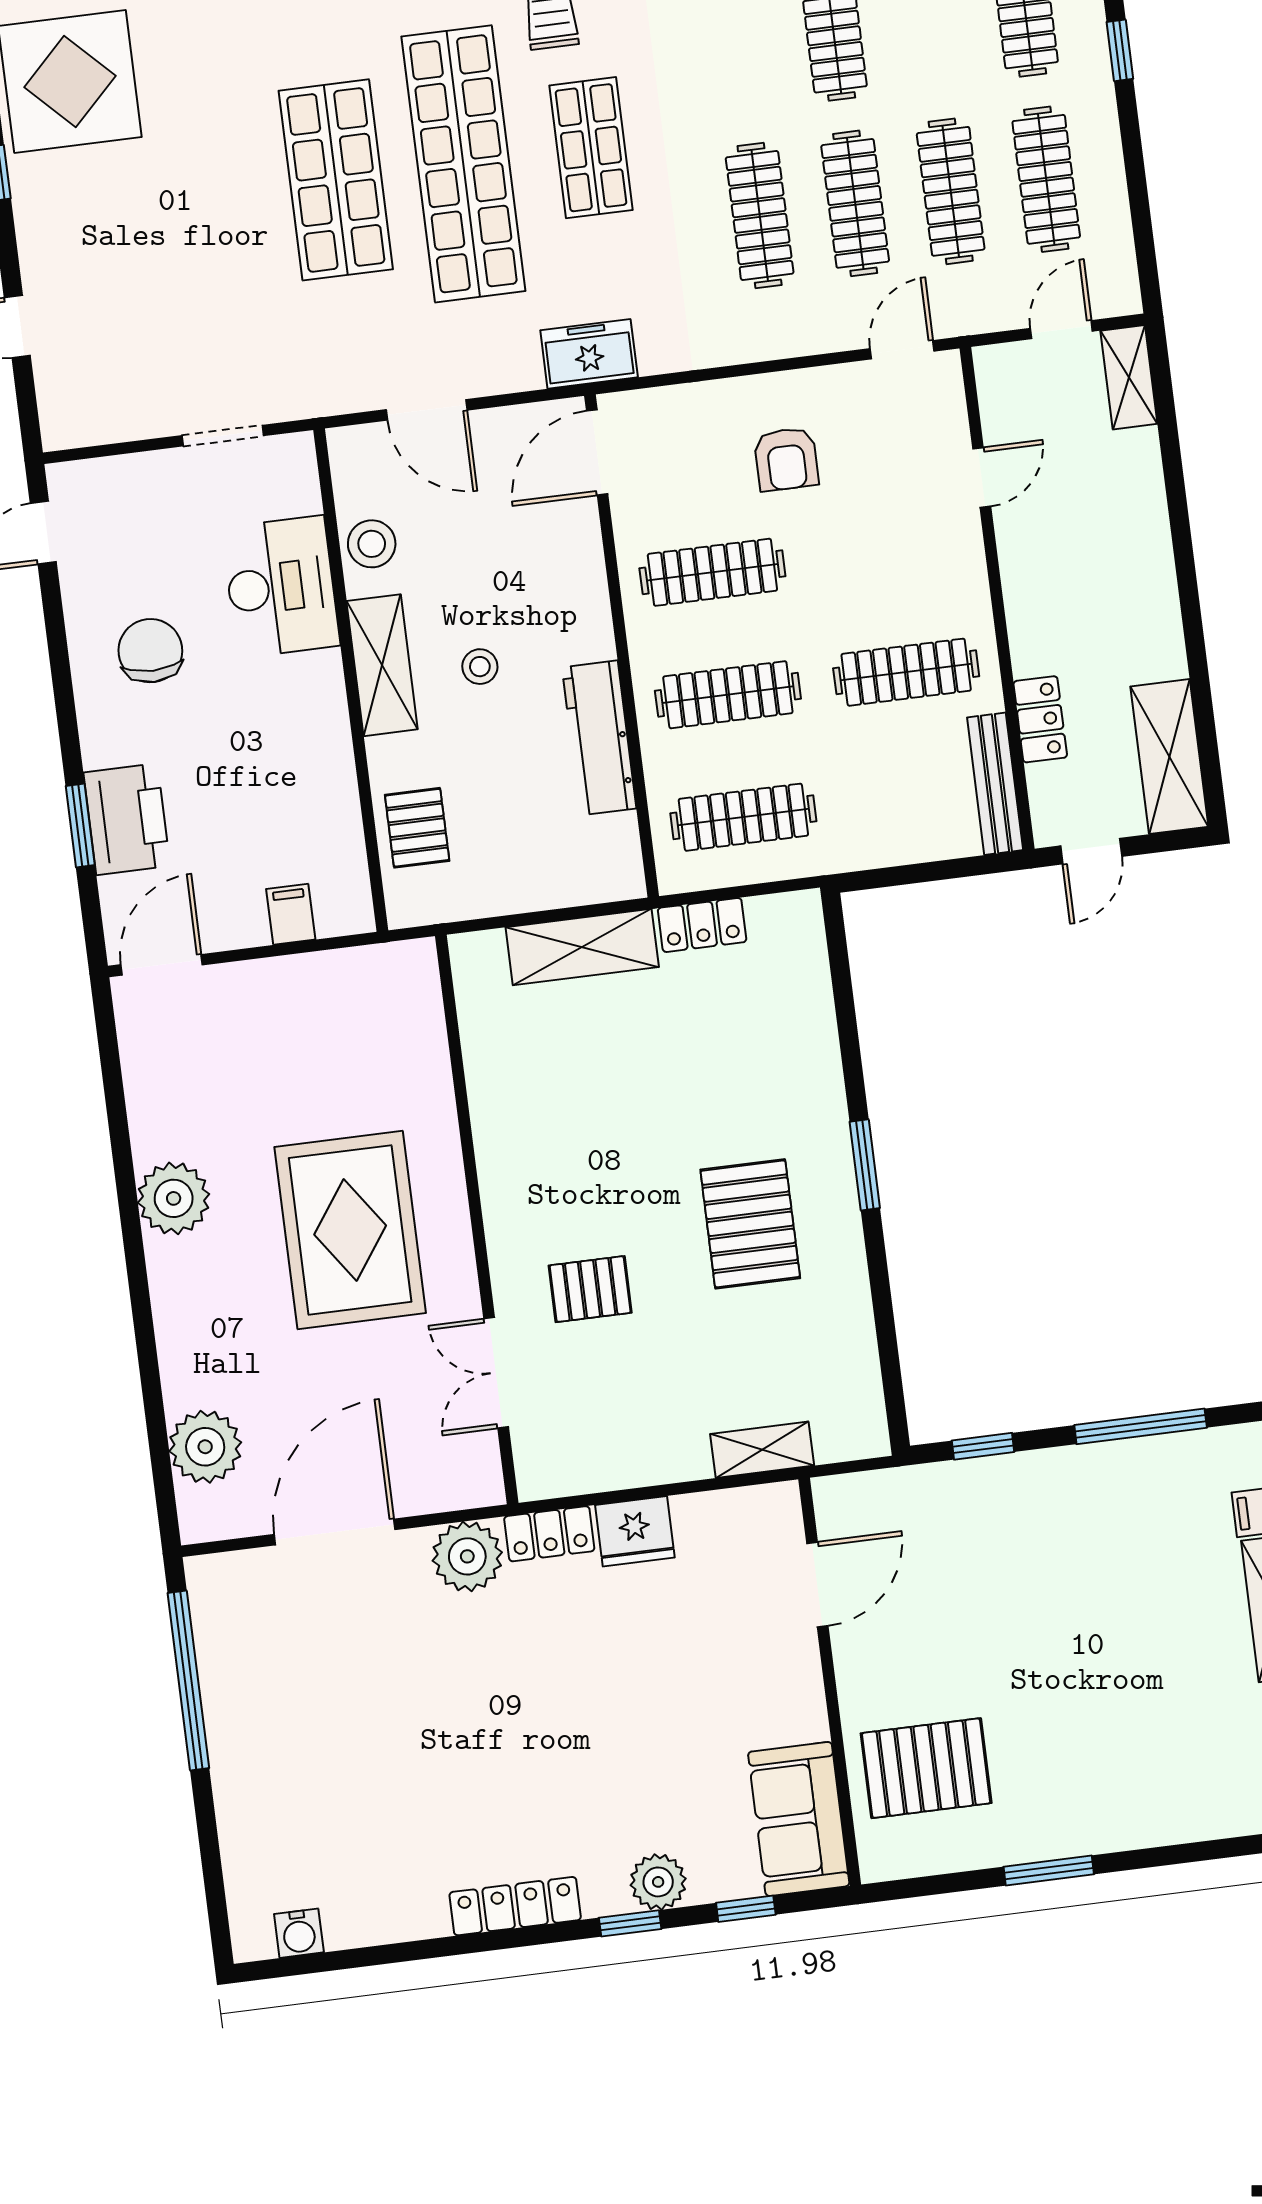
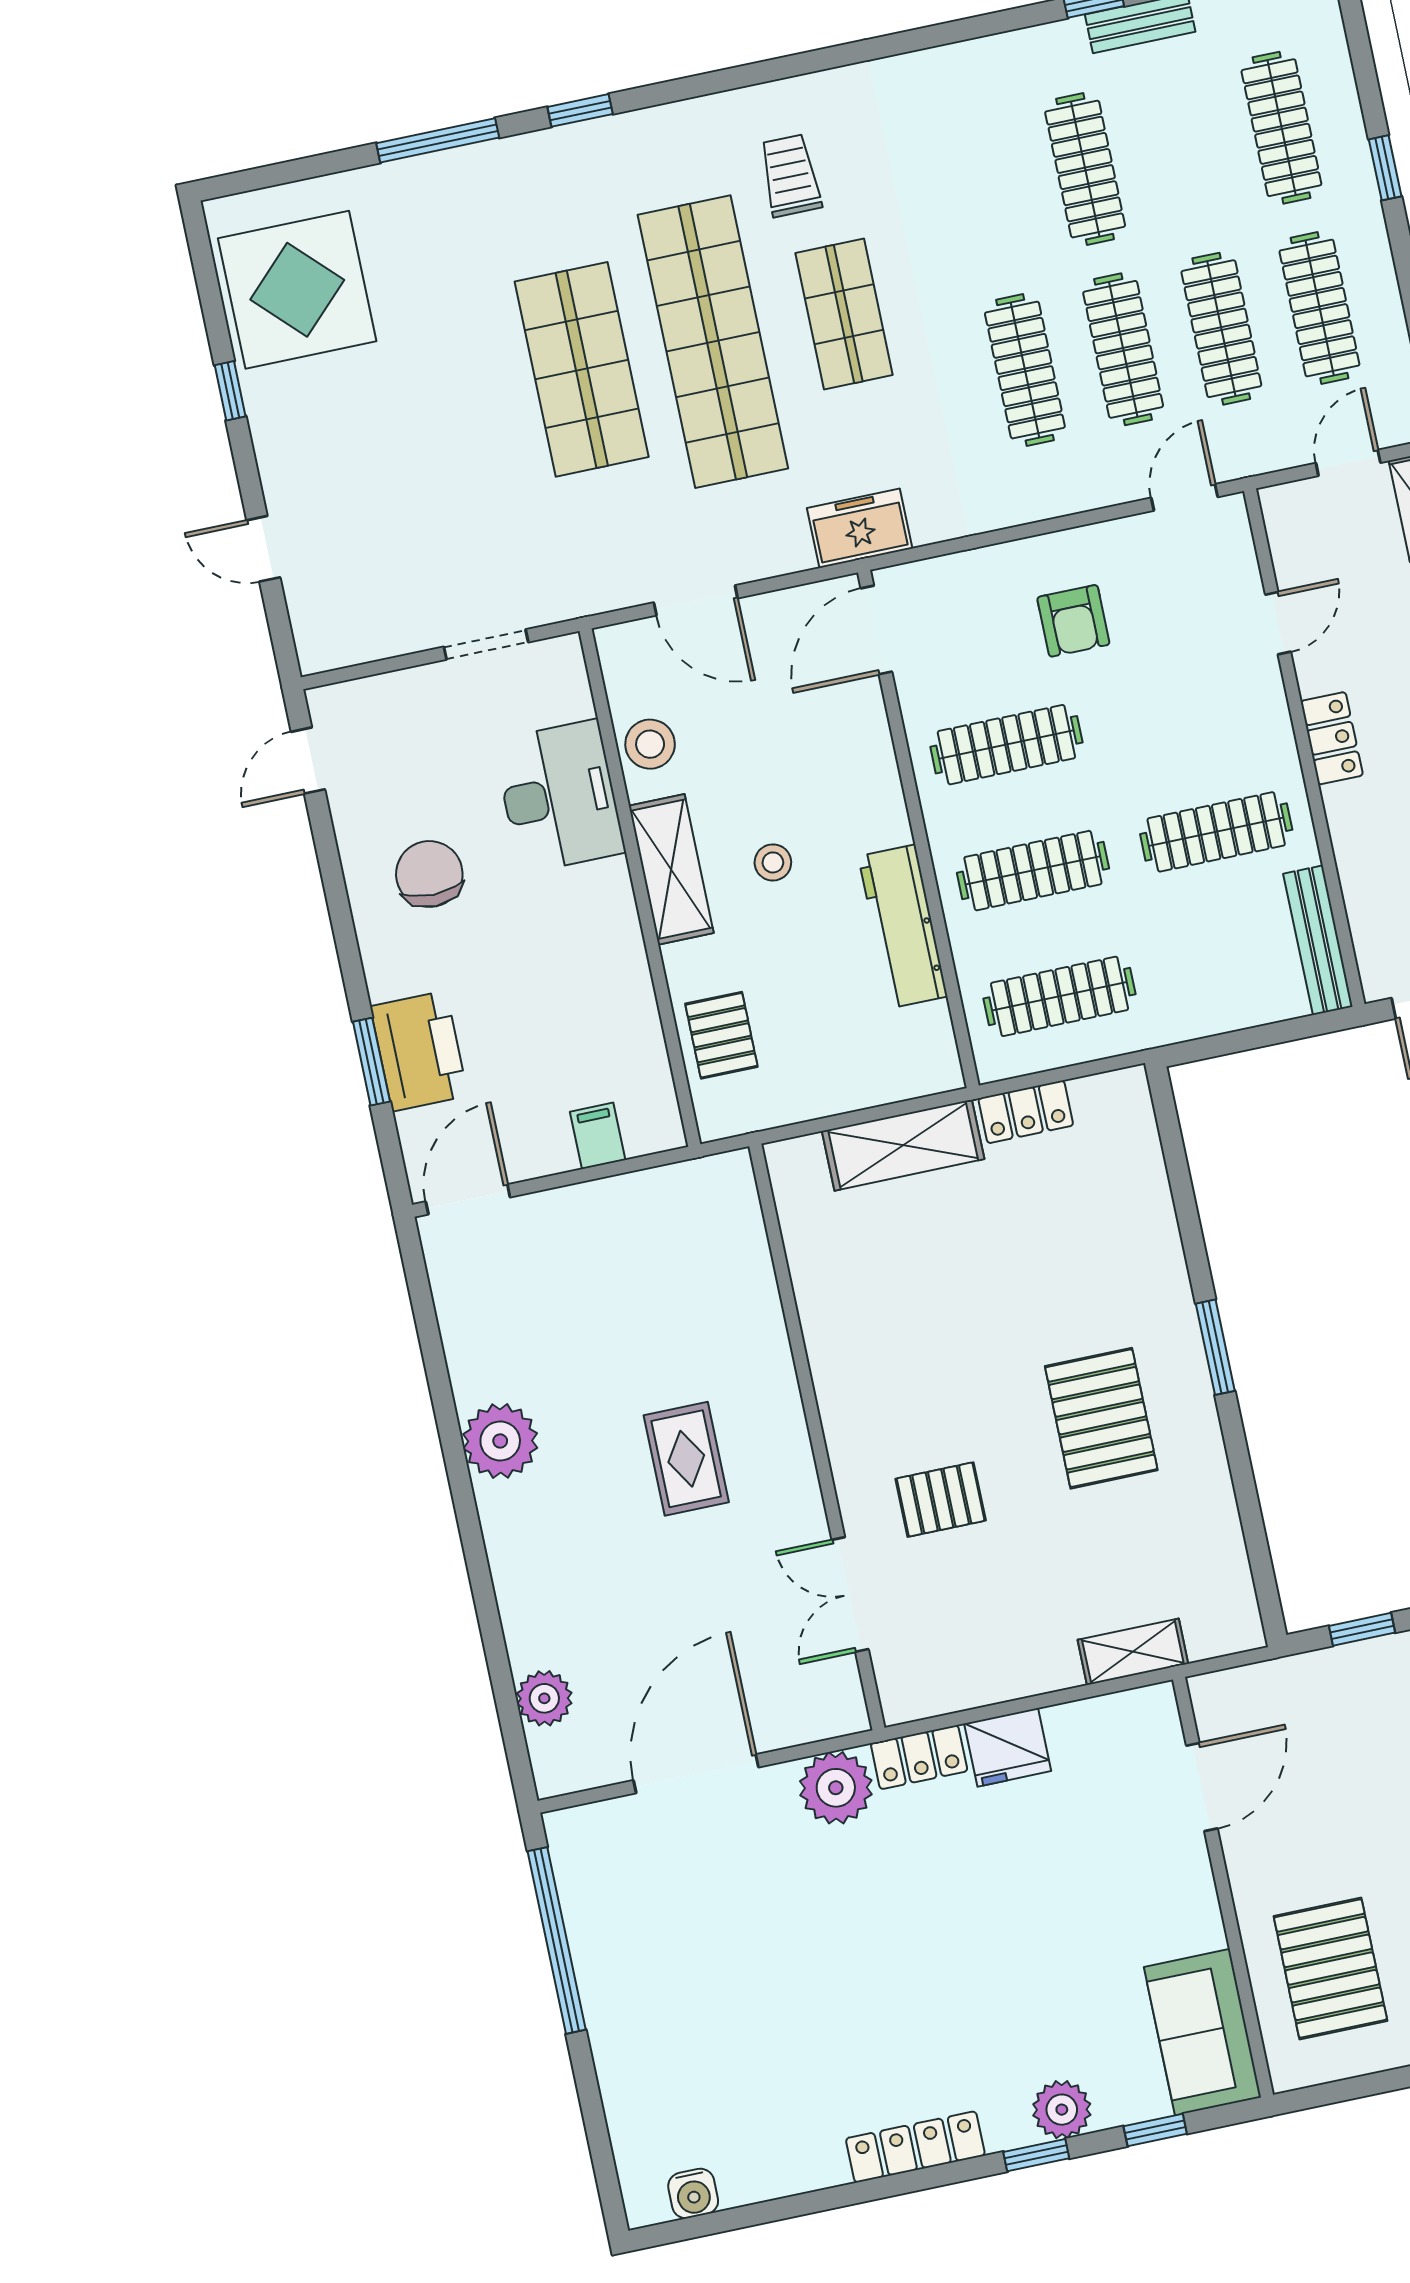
locker: (1040, 719) -> (1332, 738), moved
rug: (350, 1230) -> (686, 1459), width x0.54, depth x0.49
plant: (205, 1447) -> (544, 1698), width x0.73, depth x0.73
pallet: (926, 1768) -> (1330, 1969), turned 90

